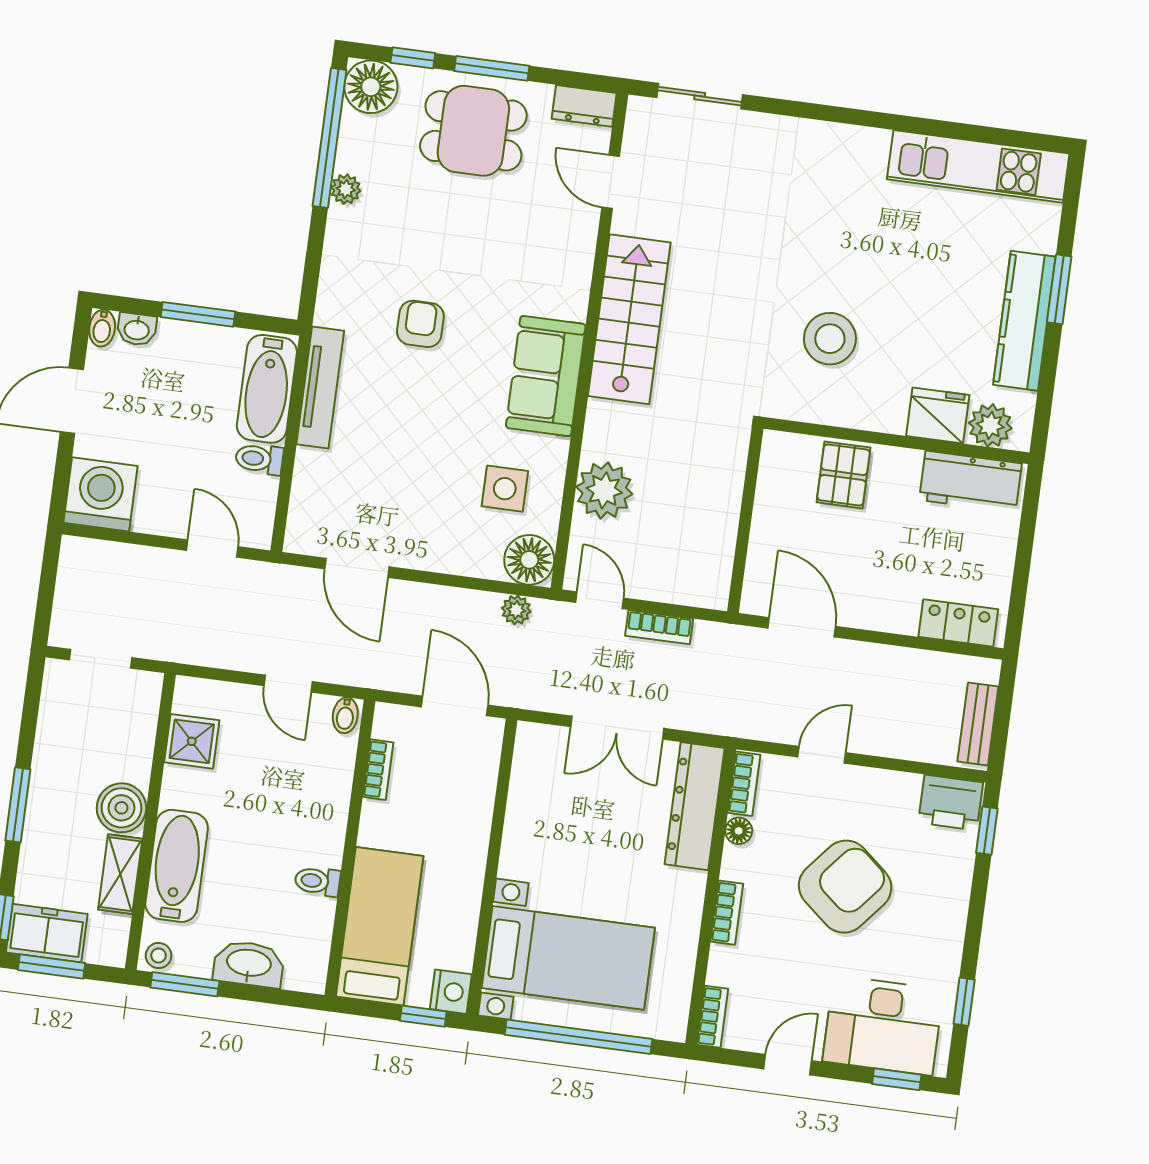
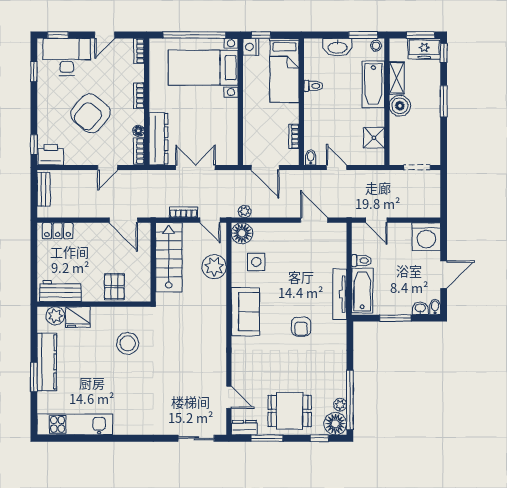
window: (492, 68) -> (267, 438), moved
plant: (346, 189) -> (340, 405), moved
stairs: (629, 319) -> (169, 257), moved, turned 180

